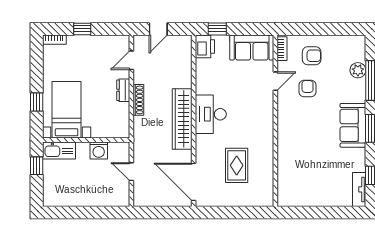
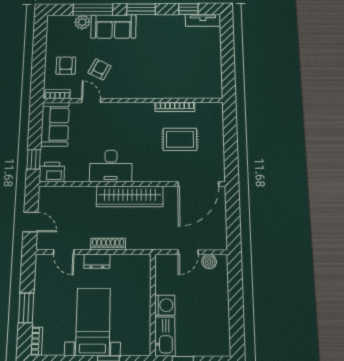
window: (82, 29) -> (26, 308), width x1.50
armchair: (308, 88) -> (100, 69), turned 117
bed with nightstands: (67, 110) -> (93, 322), moved, turned 90
desk: (211, 114) -> (111, 166), moved
sofa: (353, 125) -> (113, 27), moved
washing machine: (99, 150) -> (165, 305), moved
bookcase: (269, 161) -> (175, 107), added
boiler: (123, 190) -> (209, 262), added

